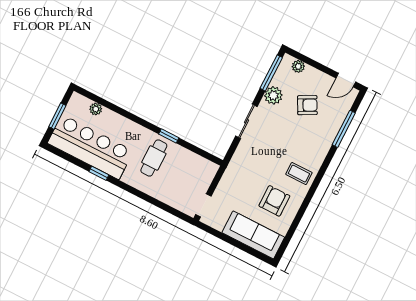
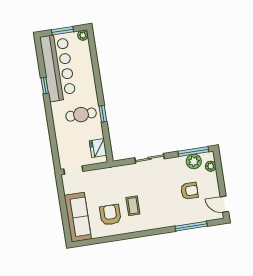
plant: (273, 95) -> (194, 161), moved
armchair: (307, 105) -> (189, 191), turned -62
plant: (96, 109) -> (83, 35), moved
fridge: (199, 165) -> (98, 148), added
coffee table: (299, 174) -> (133, 206), moved
armchair: (274, 201) -> (110, 215), turned -90

